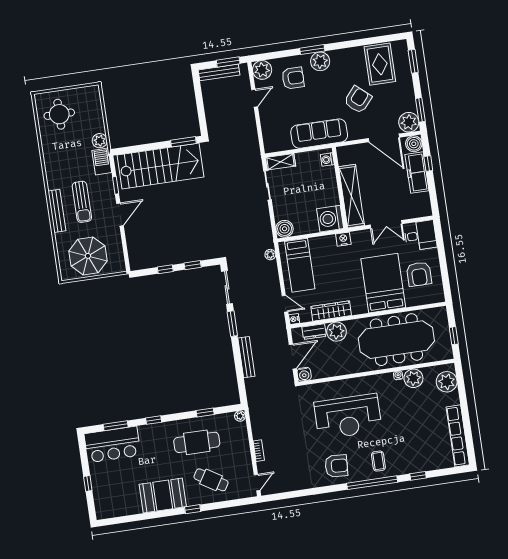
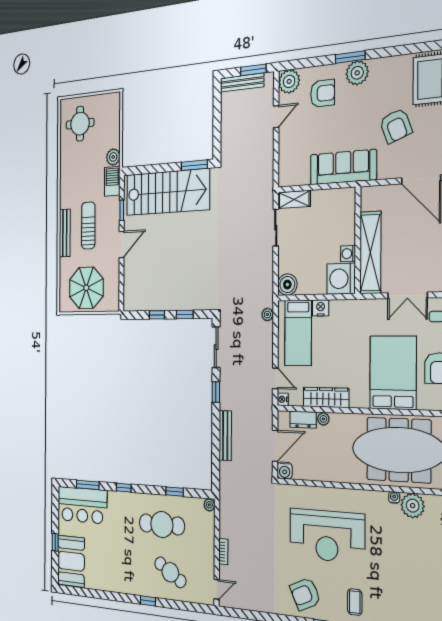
armchair: (358, 100) -> (396, 126), turned 118
washing machine: (327, 160) -> (348, 254), moved
sun lounger: (82, 202) -> (88, 226), turned 180
nightstand: (343, 239) -> (321, 308), moved
window: (232, 324) -> (216, 392), width x0.67
plant: (337, 332) -> (323, 419), width x0.53, depth x0.53
armchair: (336, 466) -> (305, 594), turned 151
booth: (163, 495) -> (71, 561), moved, turned 90

